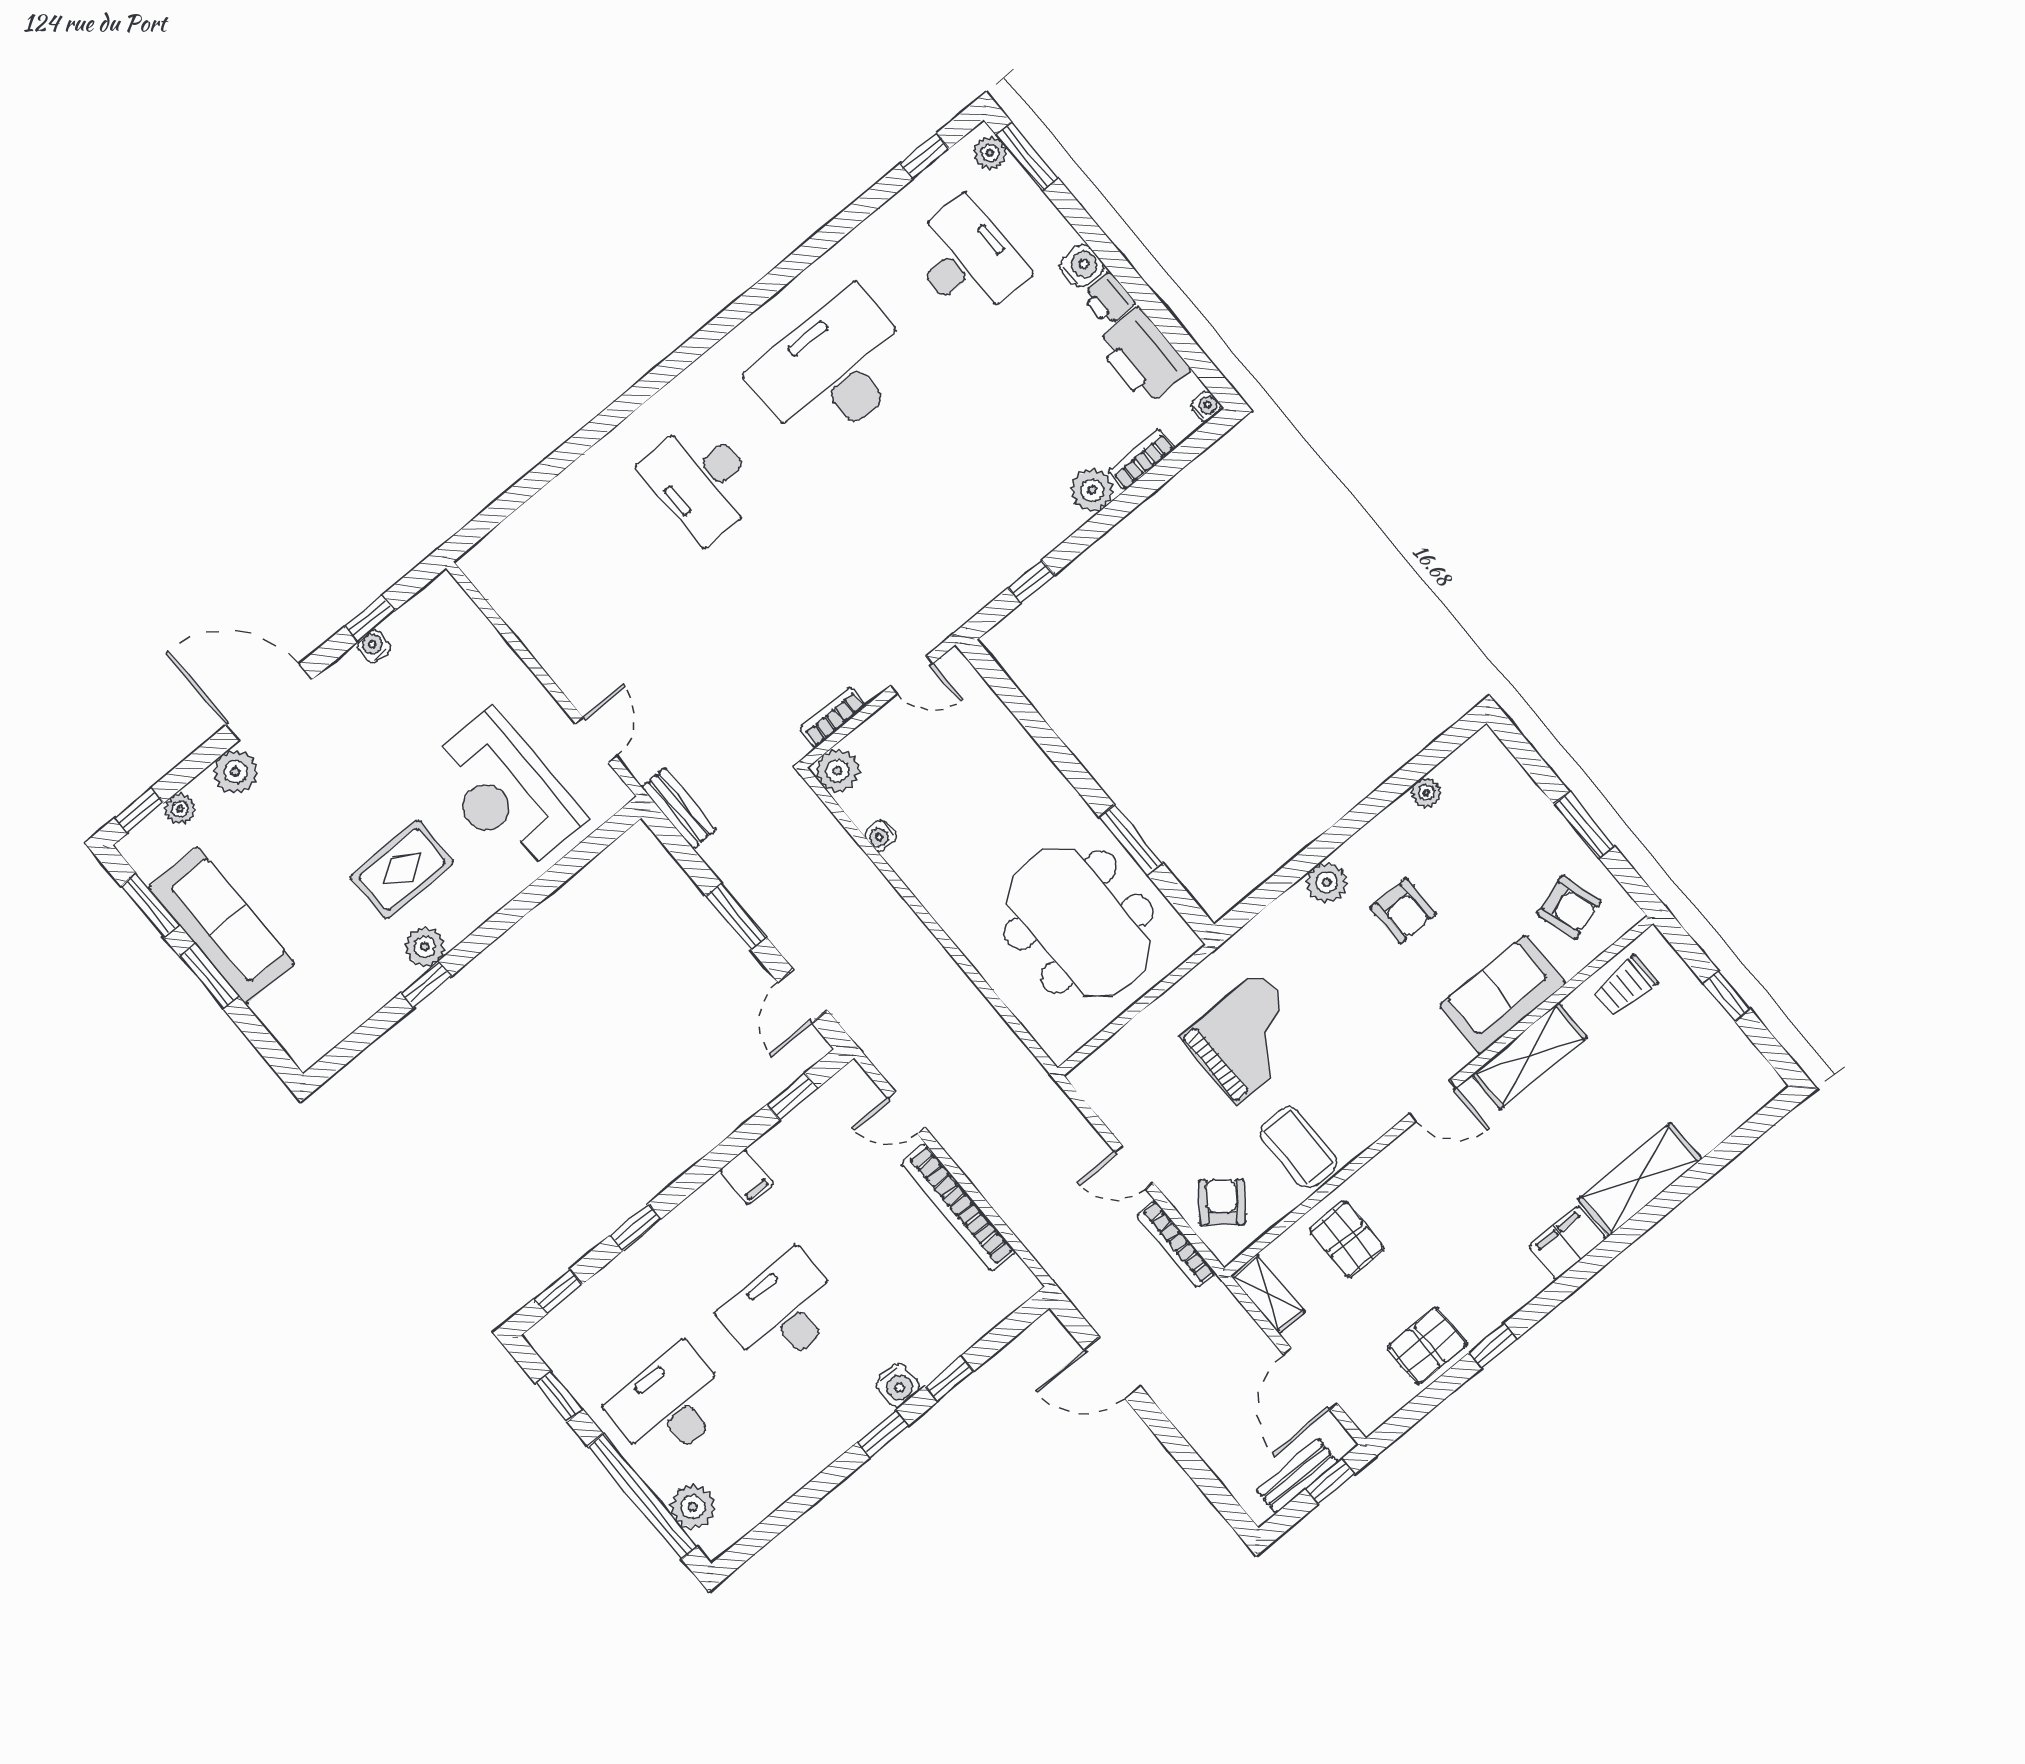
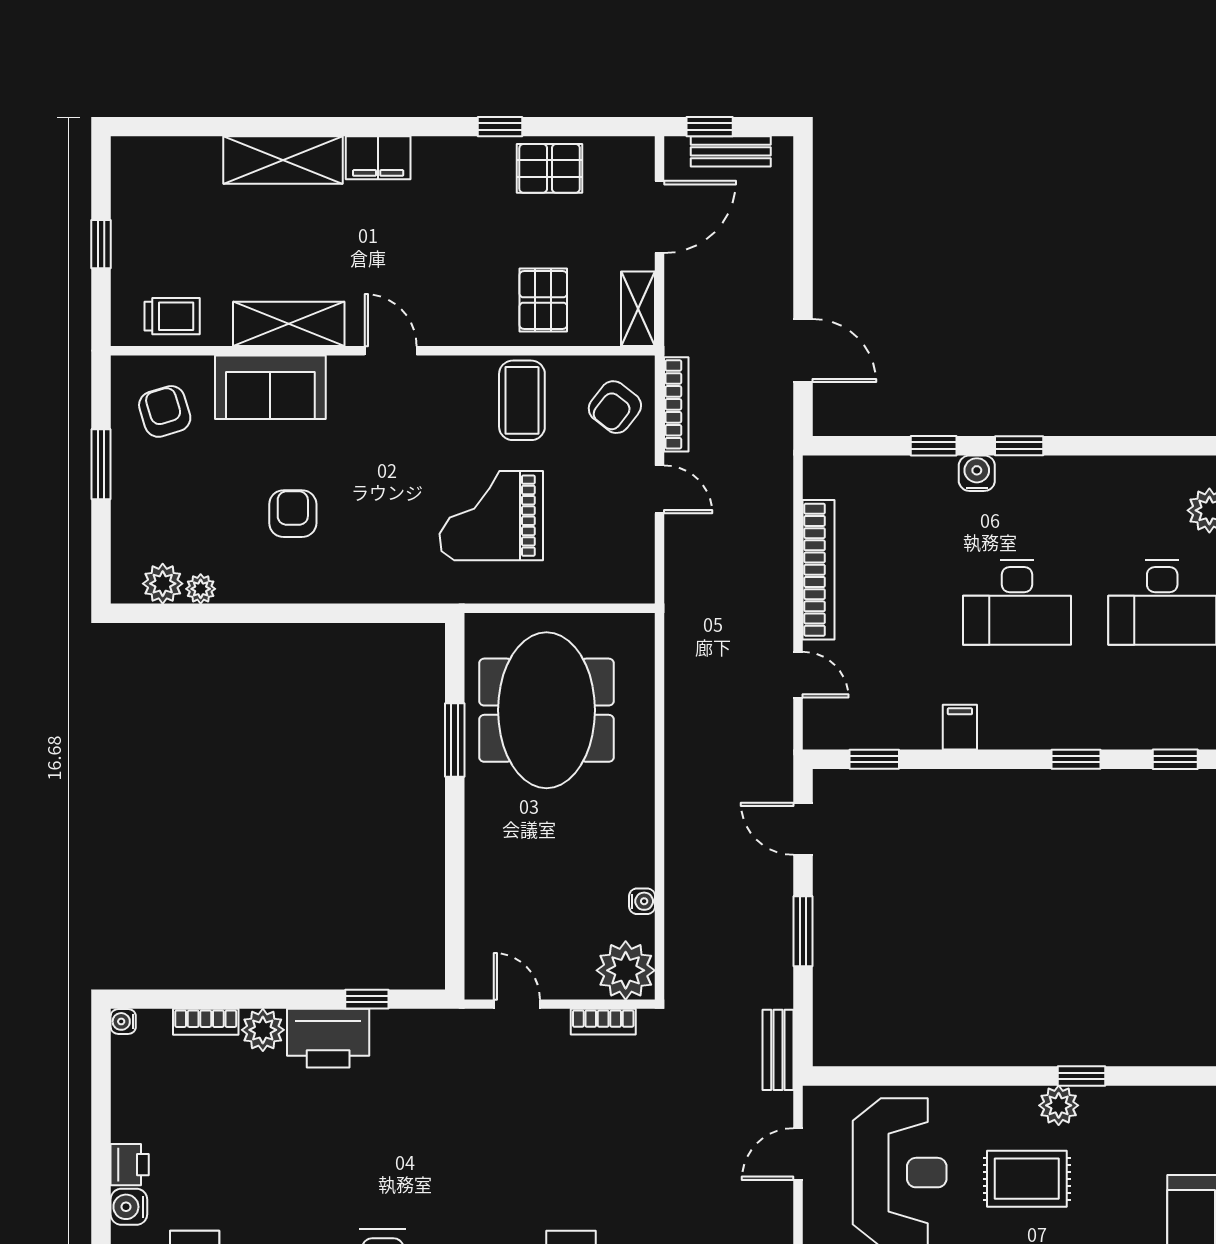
printer: (1142, 356) -> (328, 1038), moved, turned 90
plant: (838, 770) -> (626, 970), width x1.36, depth x1.36
plant: (1327, 882) -> (163, 584), moved
door: (803, 996) -> (803, 829), swing flipped

